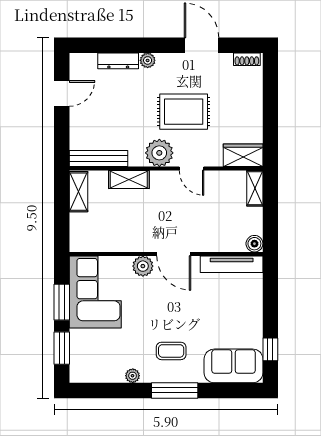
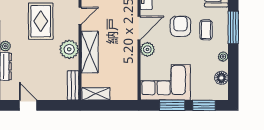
plant: (159, 153) -> (69, 49), moved
bench: (98, 159) -> (73, 85), width x0.73
shelving: (129, 180) -> (90, 52), width x1.50, depth x1.33
armchair: (176, 314) -> (180, 26), added
floor lamp: (102, 373) -> (221, 78), added

